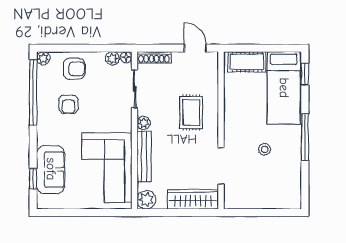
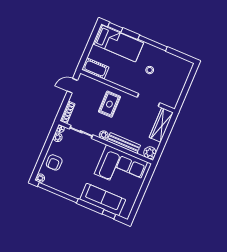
cot: (247, 62) -> (95, 68), moved, turned 90
armchair: (74, 69) -> (54, 162), turned 180
armchair: (69, 104) -> (74, 175), removed
rug: (191, 112) -> (109, 104), turned 90
sofa: (51, 169) -> (103, 199), width x1.36

